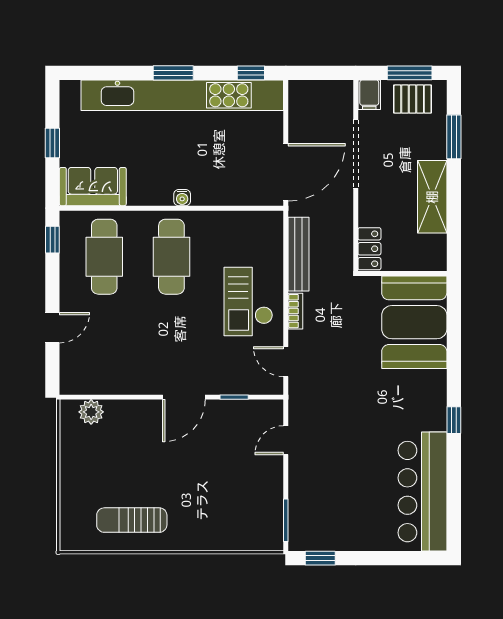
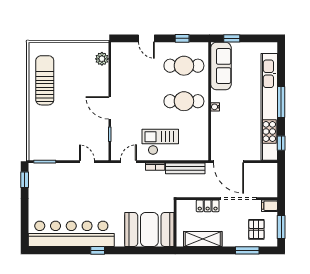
window: (173, 73) -> (281, 102), width x1.44
pallet: (413, 99) -> (256, 229), moved
window: (52, 143) -> (232, 38), moved
sofa: (93, 187) -> (221, 66), width x1.36
shelving: (432, 197) -> (203, 239), moved
window: (52, 240) -> (182, 38), moved
locker: (369, 249) -> (208, 206), moved
bar counter: (422, 492) -> (71, 234), width x1.36
sun lounger: (132, 520) -> (45, 80), width x1.36, depth x1.34

